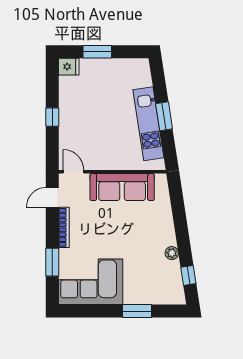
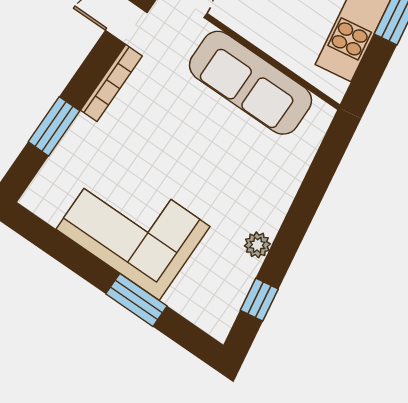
corner sofa: (91, 282) -> (133, 228), moved

